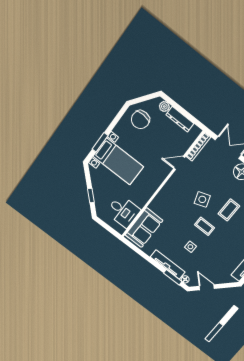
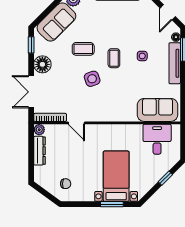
plant: (164, 106) -> (39, 130), moved
chair: (140, 120) -> (66, 184), width x0.54, depth x0.54

